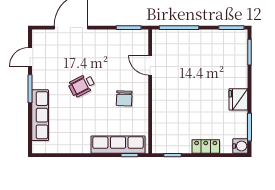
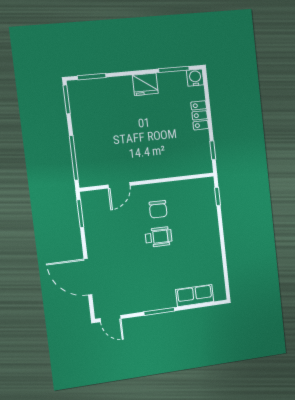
door: (30, 57) -> (111, 319), moved
wheelchair: (82, 85) -> (159, 237), moved, turned -63
chair: (124, 98) -> (158, 209), turned 88
row of seats: (40, 115) -> (195, 295), width x0.68
row of seats: (118, 145) -> (208, 210), removed

